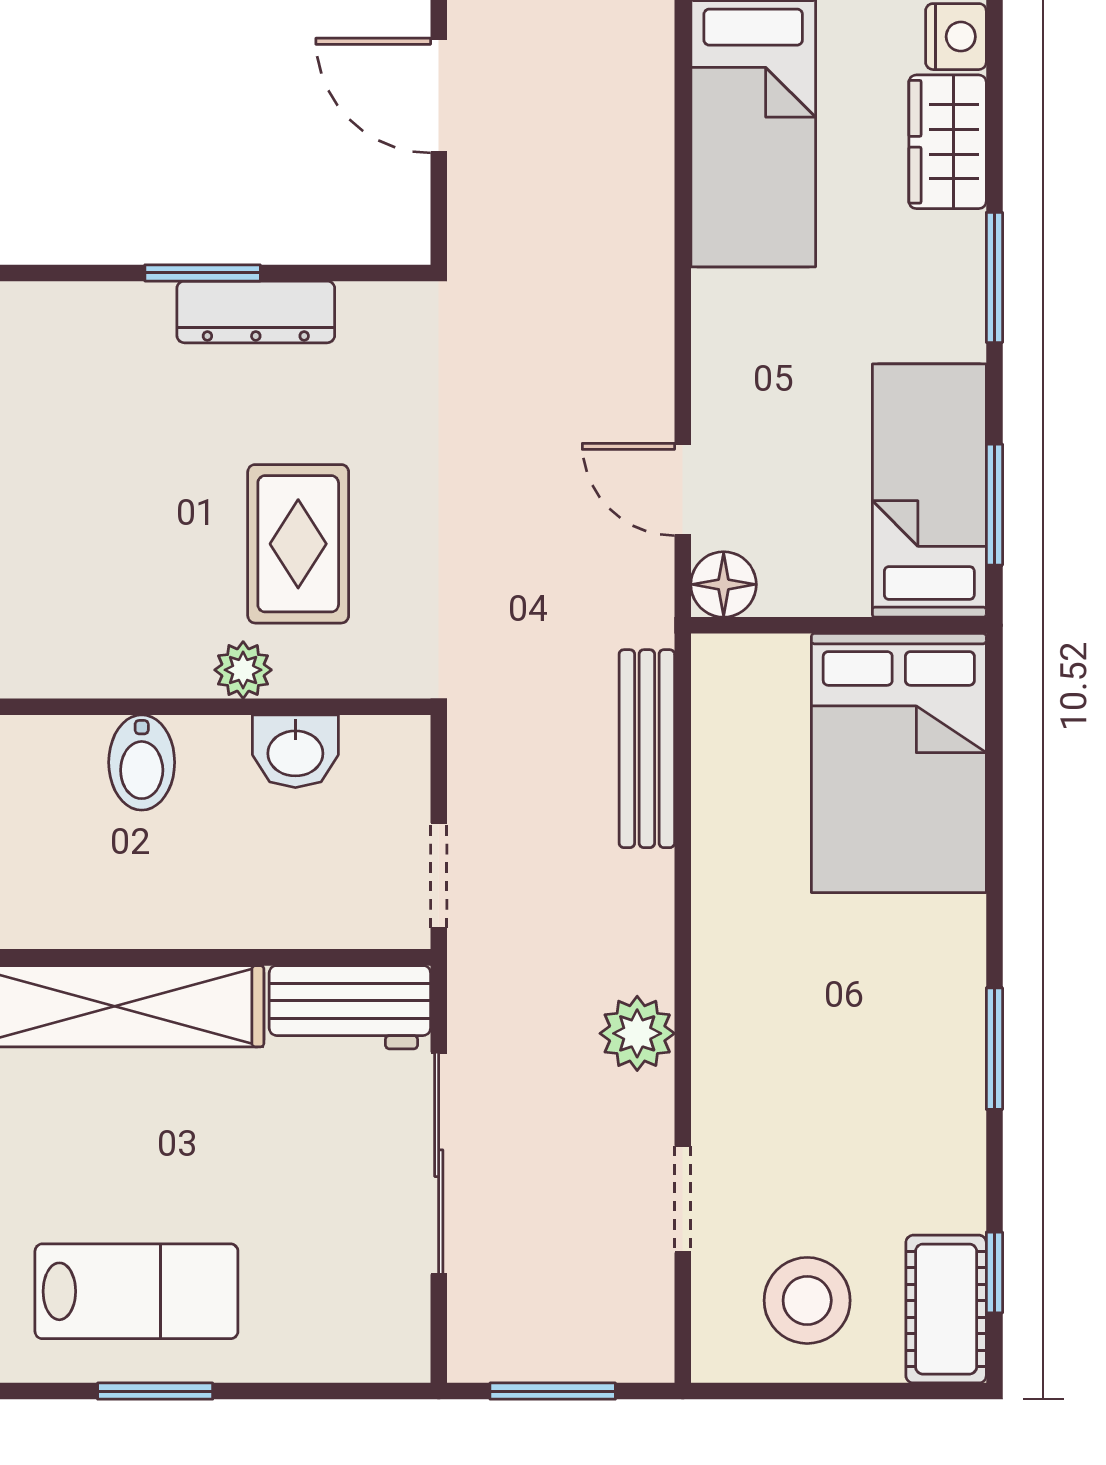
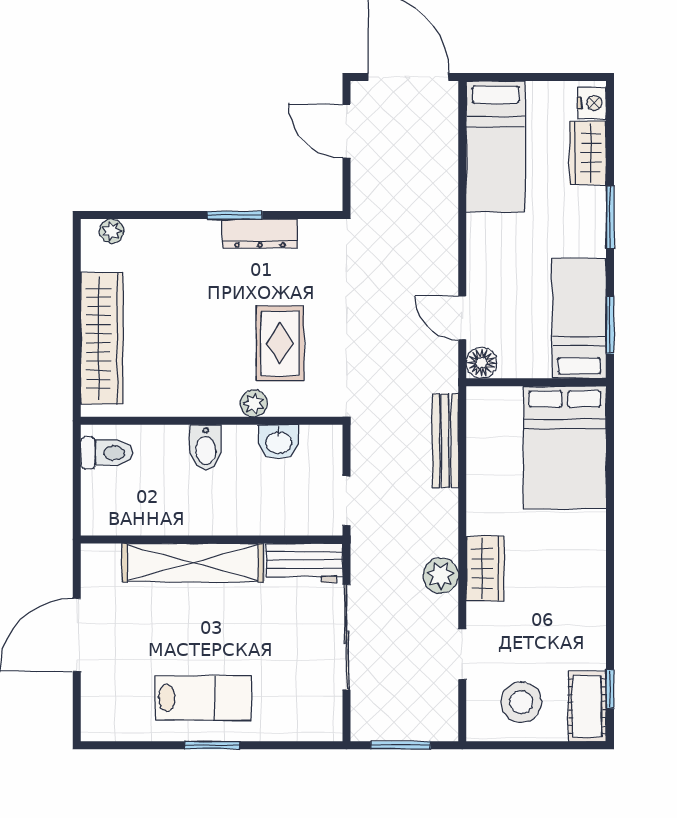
wardrobe: (731, 1019) -> (485, 569), added
window: (994, 1049) -> (610, 583), removed

